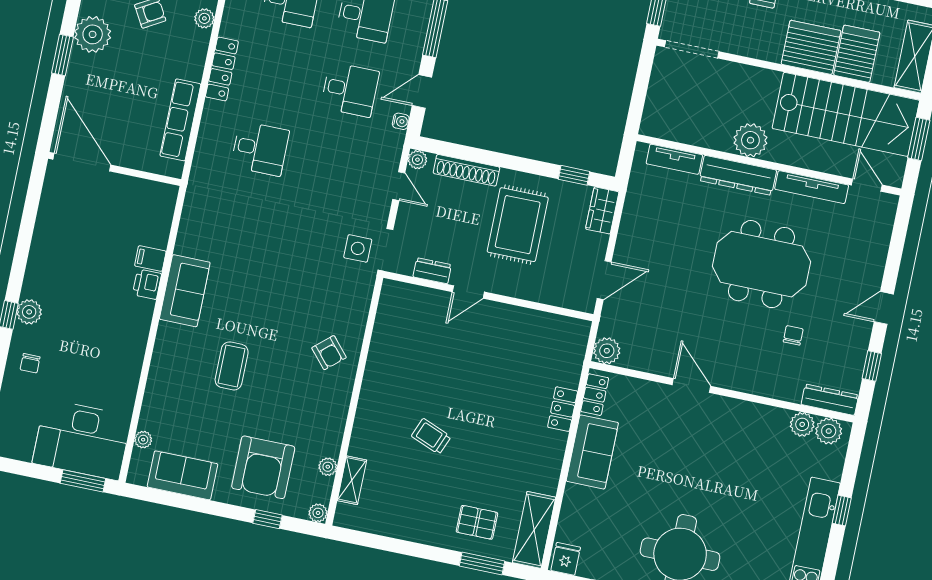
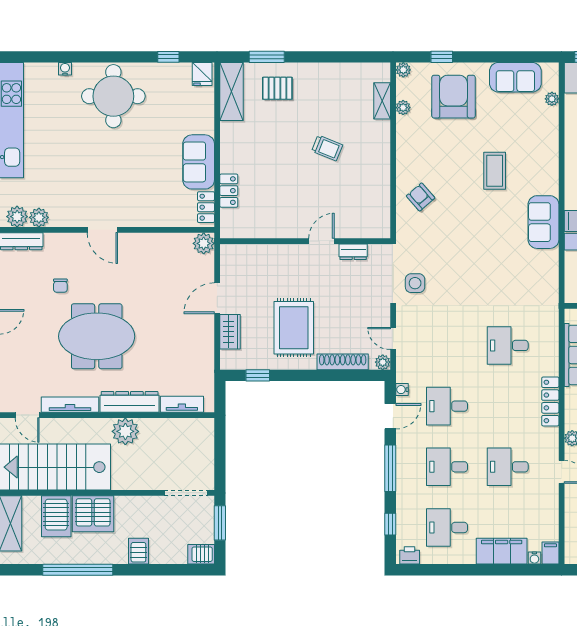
wardrobe: (602, 210) -> (230, 332), moved
dresser: (432, 271) -> (353, 252), moved
door: (468, 292) -> (321, 241), moved
wall: (488, 296) -> (305, 241), moved
door: (691, 386) -> (102, 230), moved

